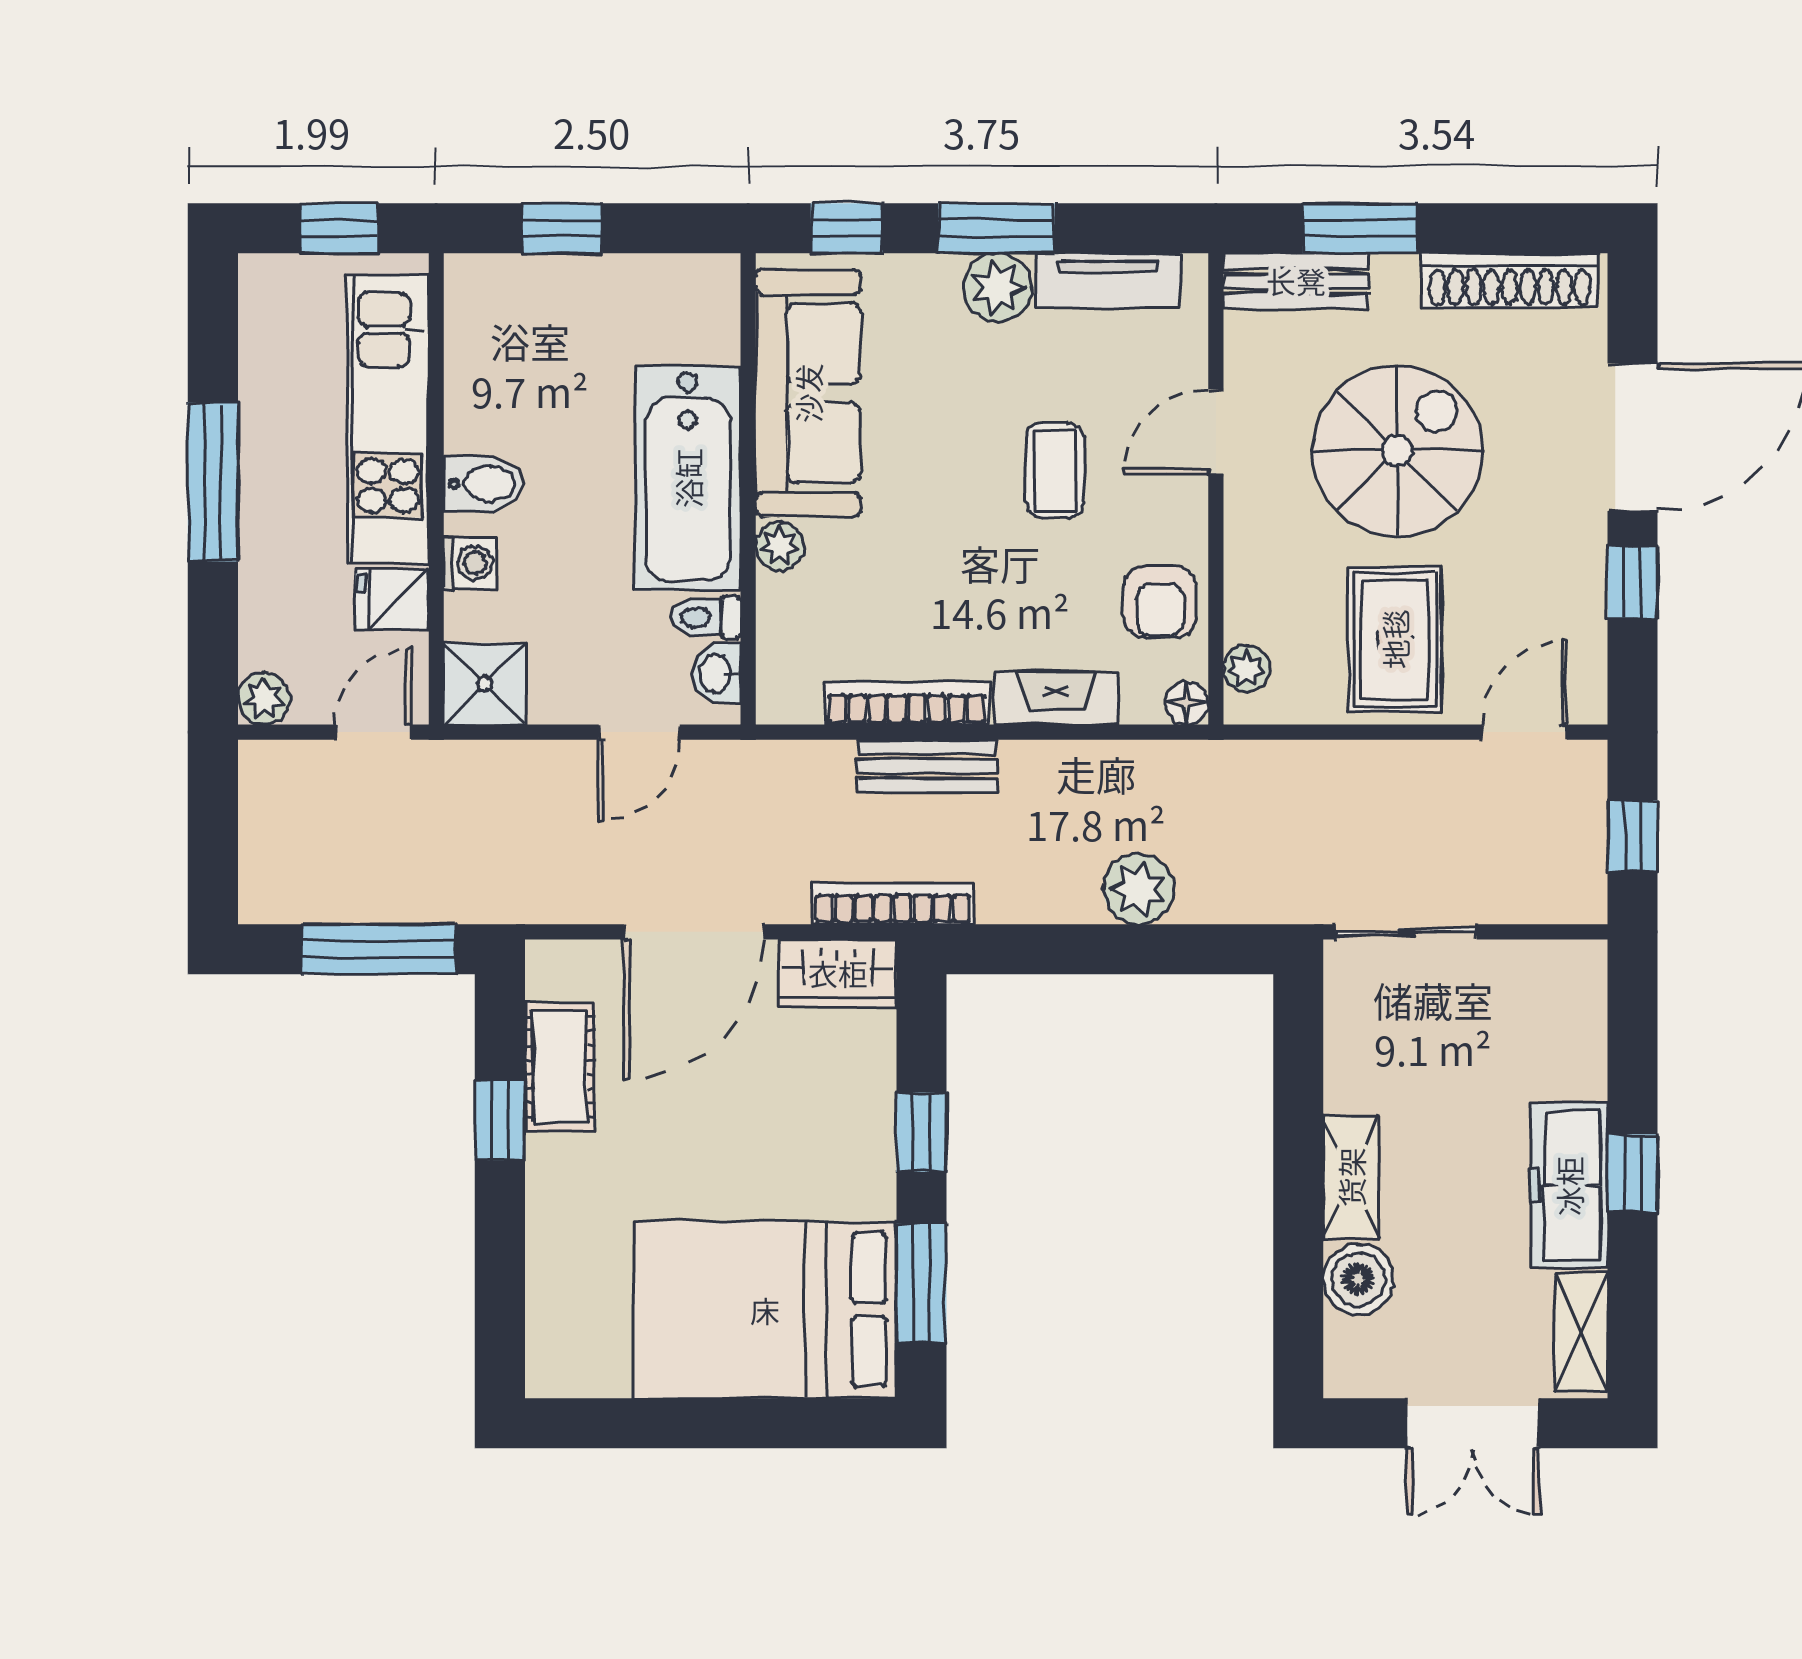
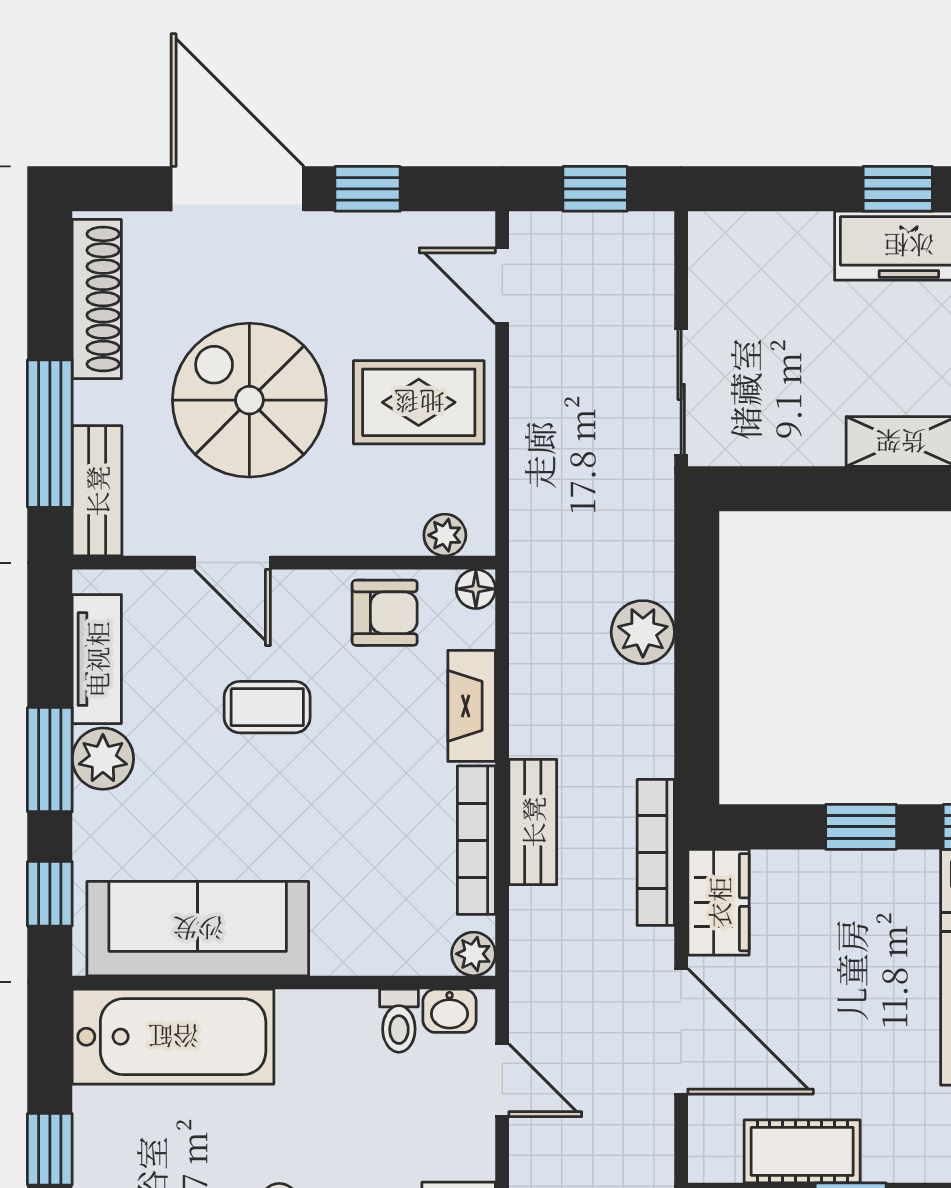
window: (1360, 228) -> (50, 434), width x1.44
bathtub: (688, 478) -> (173, 1037), moved
plant: (780, 546) -> (473, 954), moved

